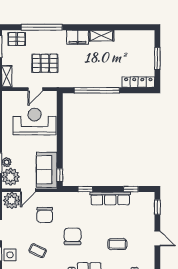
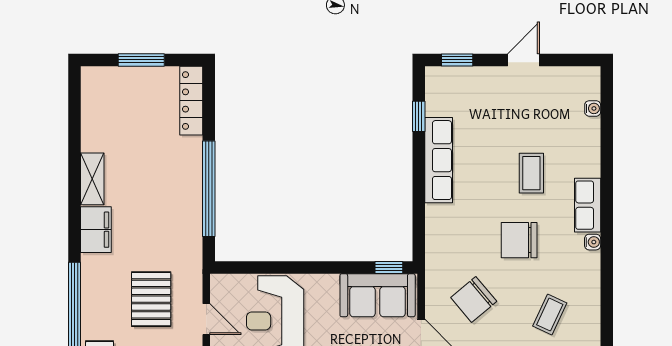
window: (85, 189) -> (419, 213), removed
chair: (45, 215) -> (474, 299), turned 140
coffee table: (117, 244) -> (531, 173), moved

